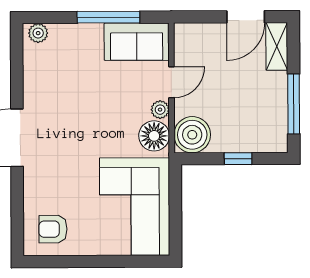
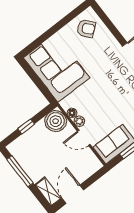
door: (171, 82) -> (84, 138), hinge flipped
floor lamp: (154, 136) -> (72, 113), width x0.53, depth x0.53
armchair: (53, 229) -> (86, 28), turned 51

